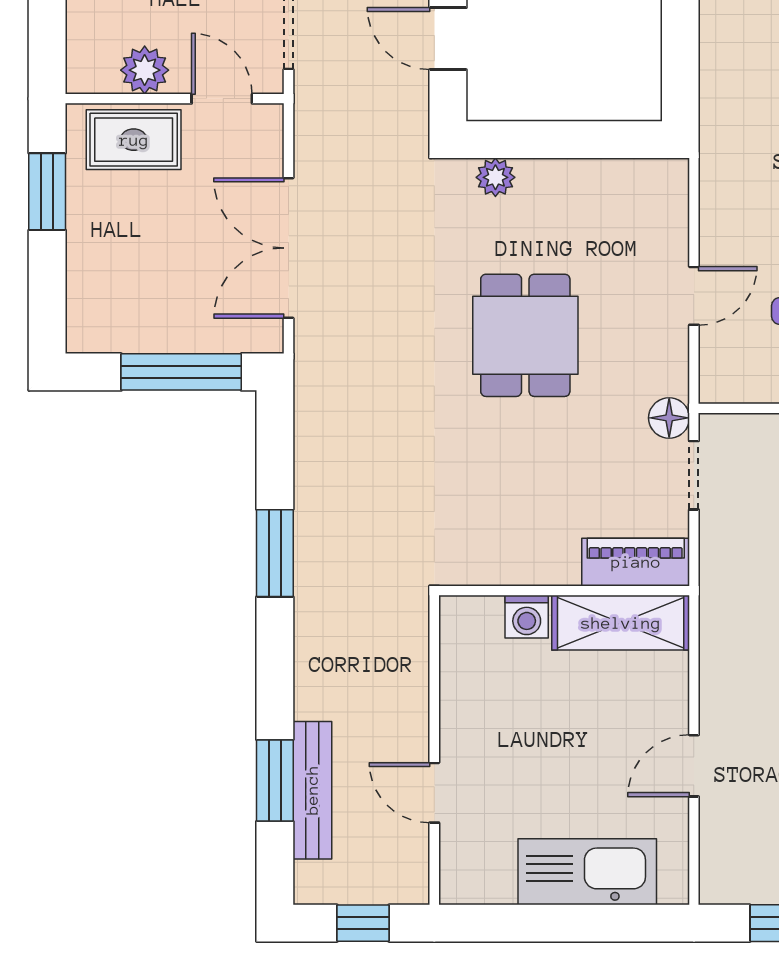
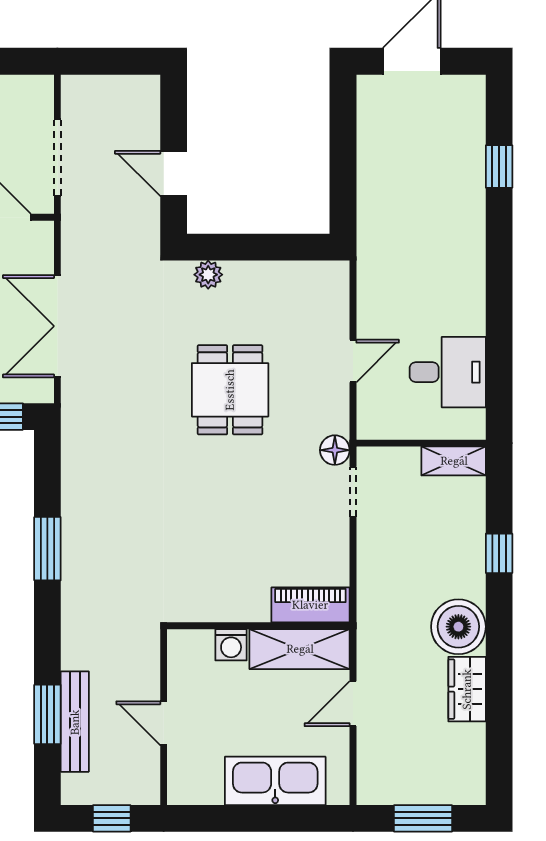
piano: (636, 562) -> (310, 605), moved
wall: (564, 591) -> (258, 626), moved
washing machine: (527, 617) -> (231, 645), moved
shelving: (621, 623) -> (300, 649), moved

